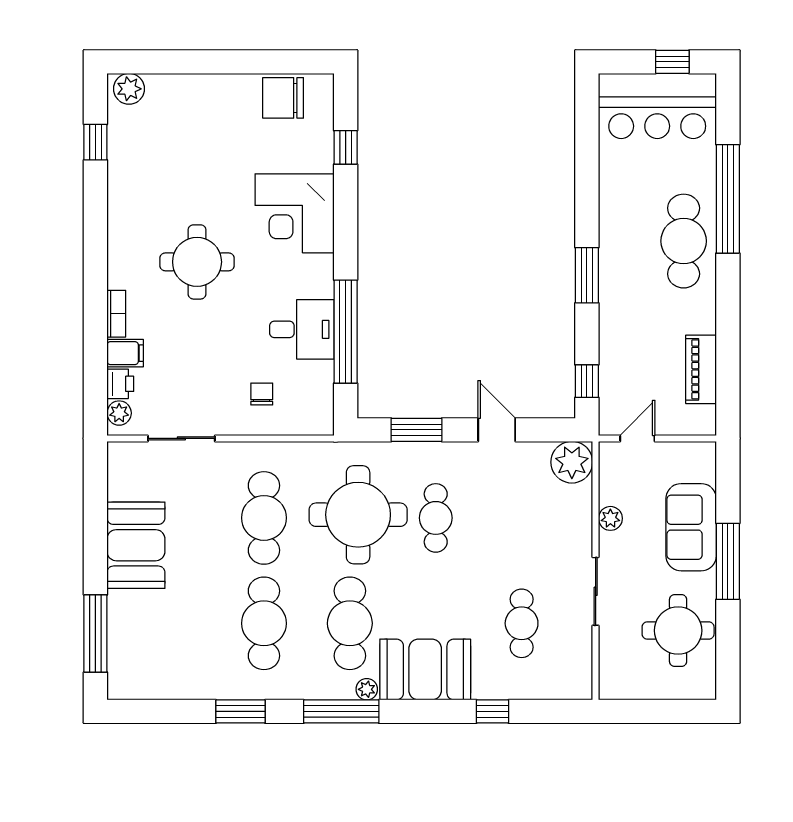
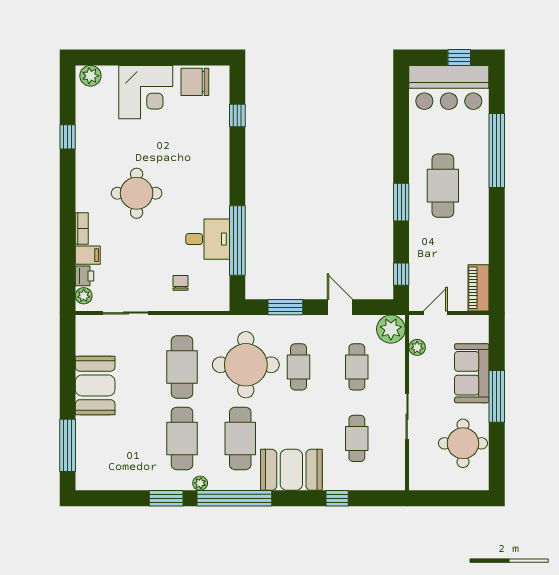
window: (95, 142) -> (68, 137), moved
corner desk: (295, 213) -> (146, 92), moved, turned -90
cafe table: (684, 241) -> (443, 186), moved
piano: (701, 369) -> (479, 288), moved
cafe table: (522, 518) -> (357, 367), added
plant: (610, 518) -> (417, 347), moved
plant: (367, 689) -> (200, 483), moved
window: (341, 711) -> (234, 498), width x1.46

